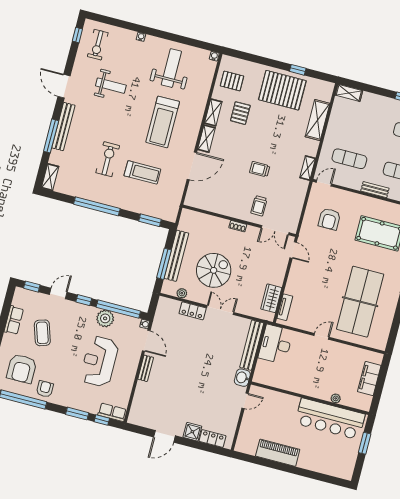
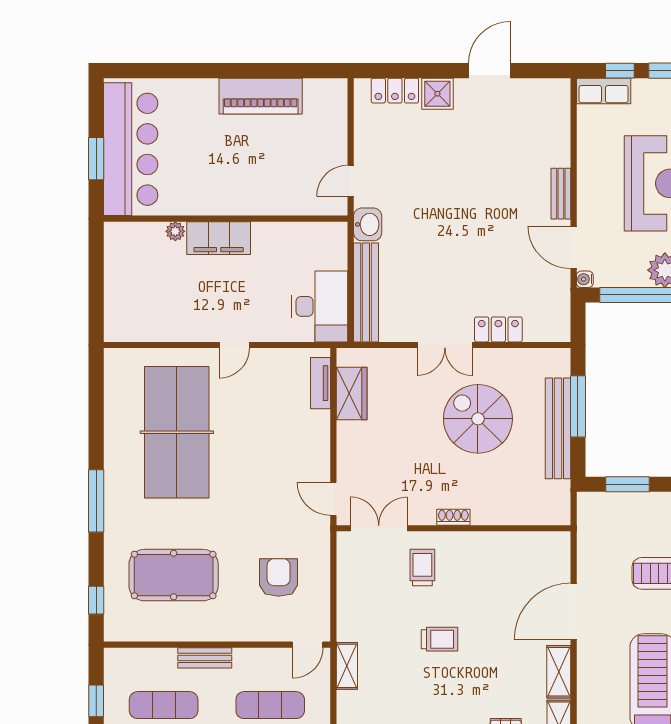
spiral stairs: (214, 270) -> (478, 419), turned 90
plant: (182, 293) -> (528, 358), removed
filing cabinet: (369, 379) -> (219, 238), moved, turned 90
bar counter: (330, 419) -> (131, 149), moved, turned 90

